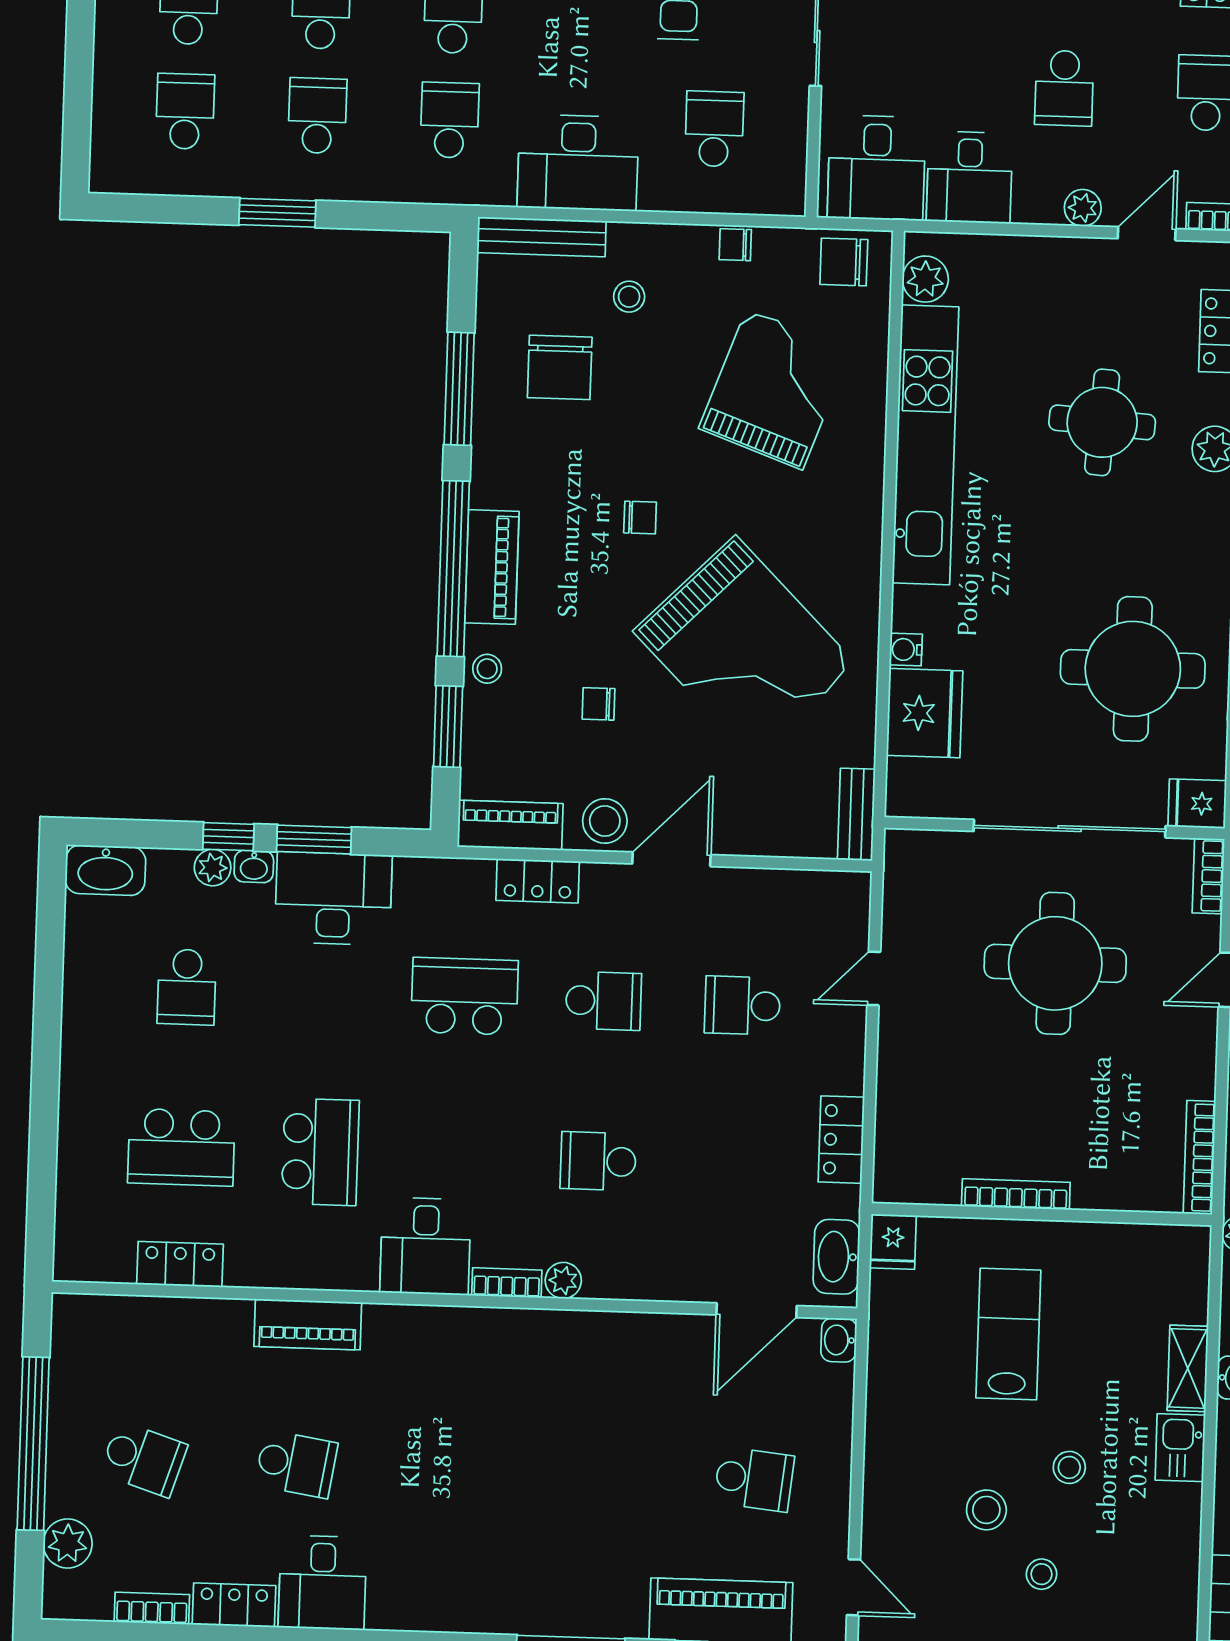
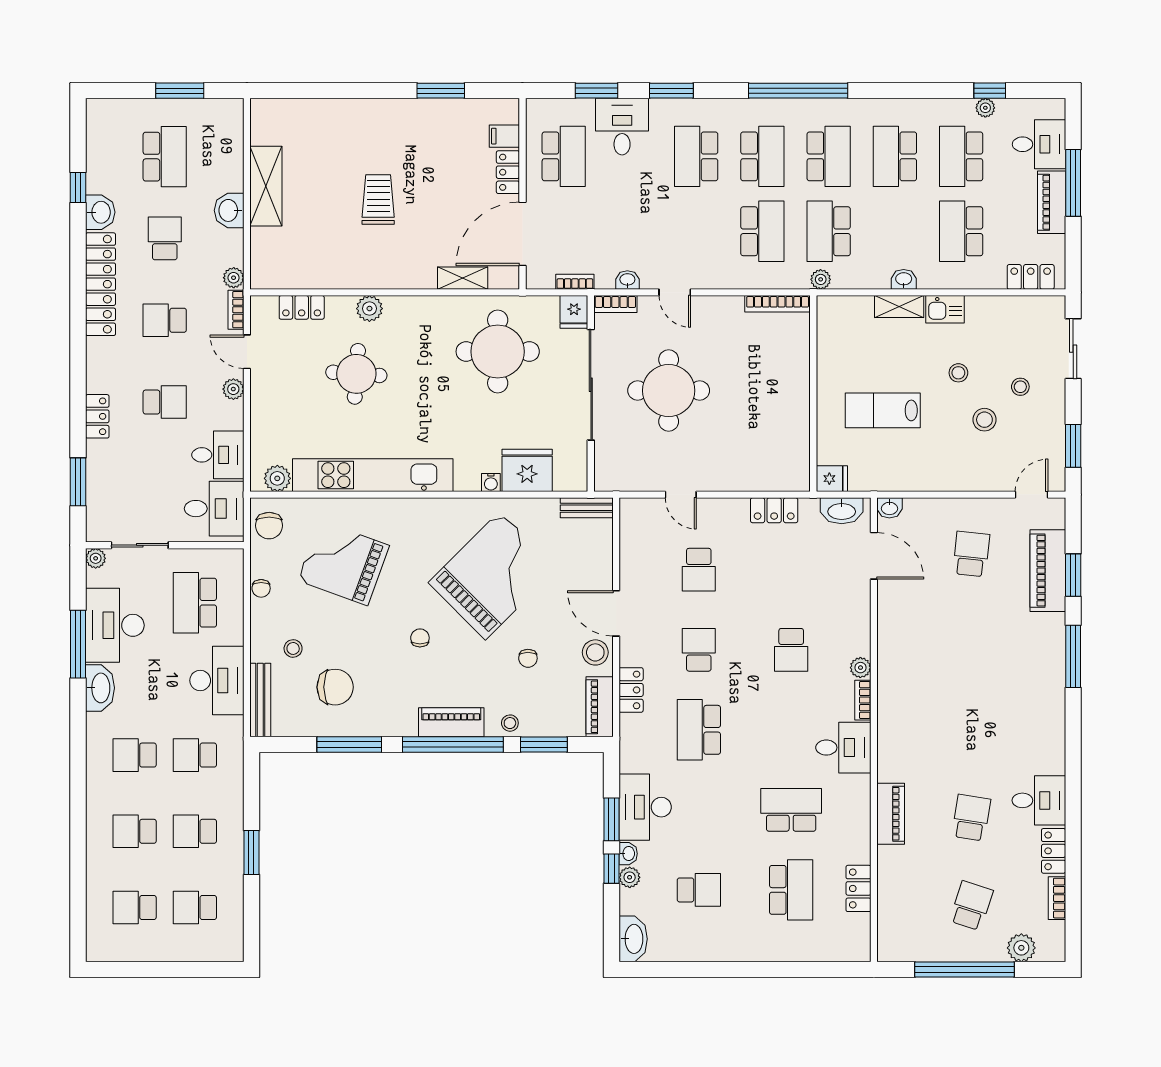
school desk: (714, 129) -> (195, 603), width x1.85
bookcase: (1016, 1194) -> (802, 409), removed

